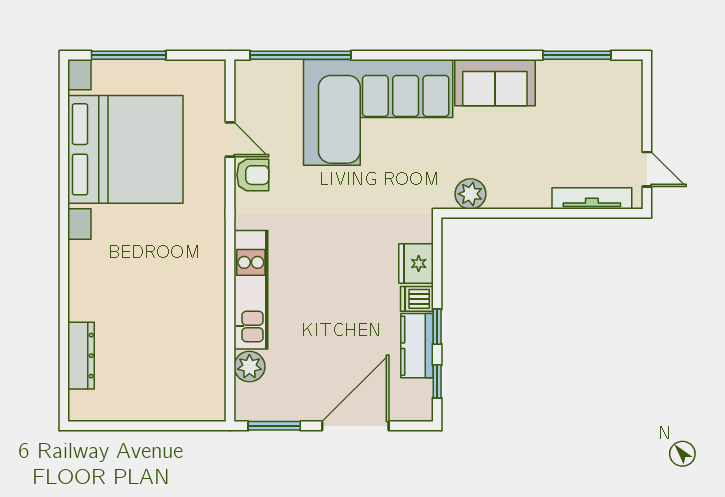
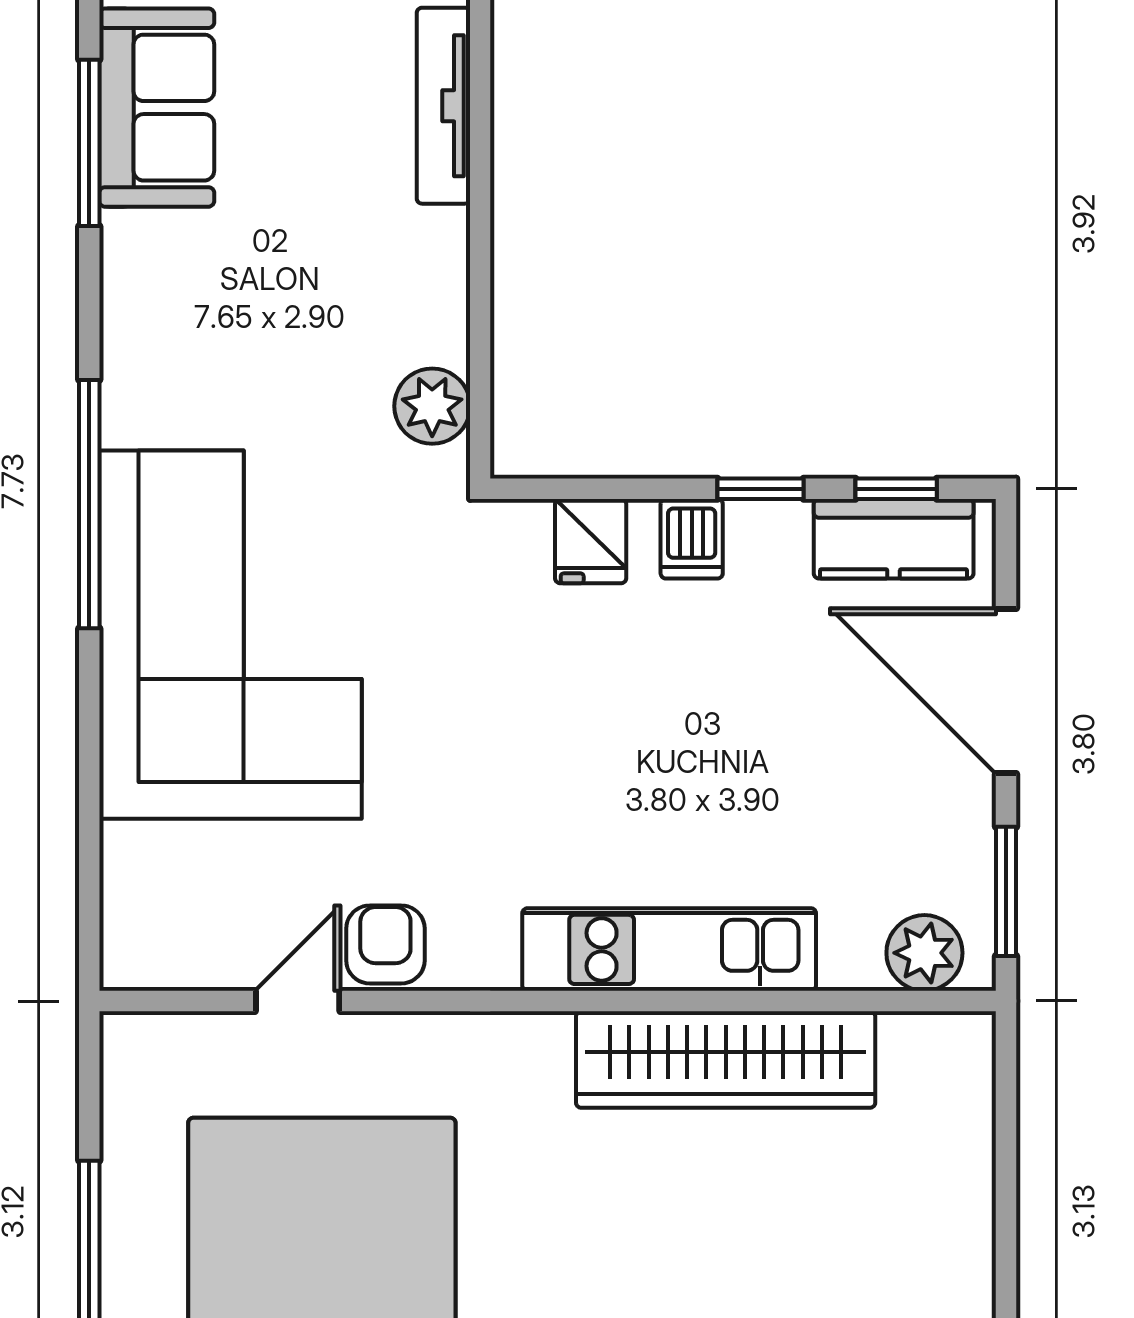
window: (300, 55) -> (89, 504), moved
sofa: (495, 83) -> (157, 108), moved
fridge: (416, 263) -> (591, 541), width x0.72
wardrobe: (206, 313) -> (726, 1060), added
kitchen counter: (417, 346) -> (894, 539), moved
plant: (249, 367) -> (924, 953), moved

